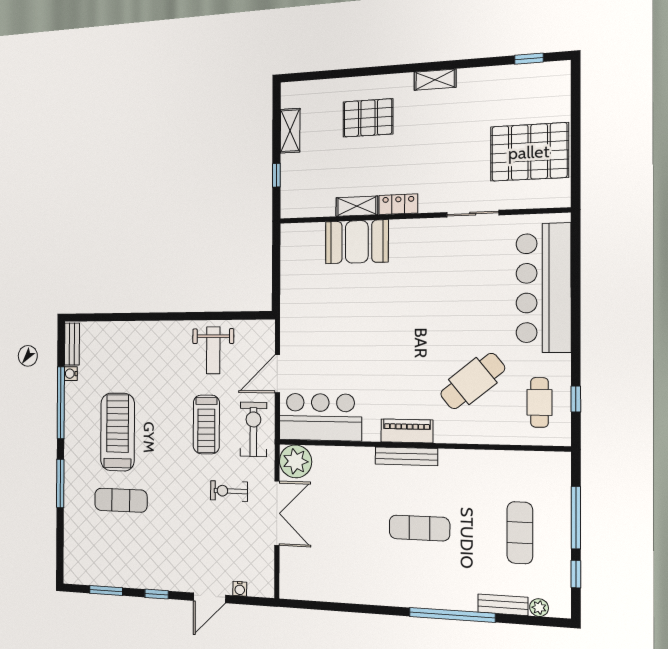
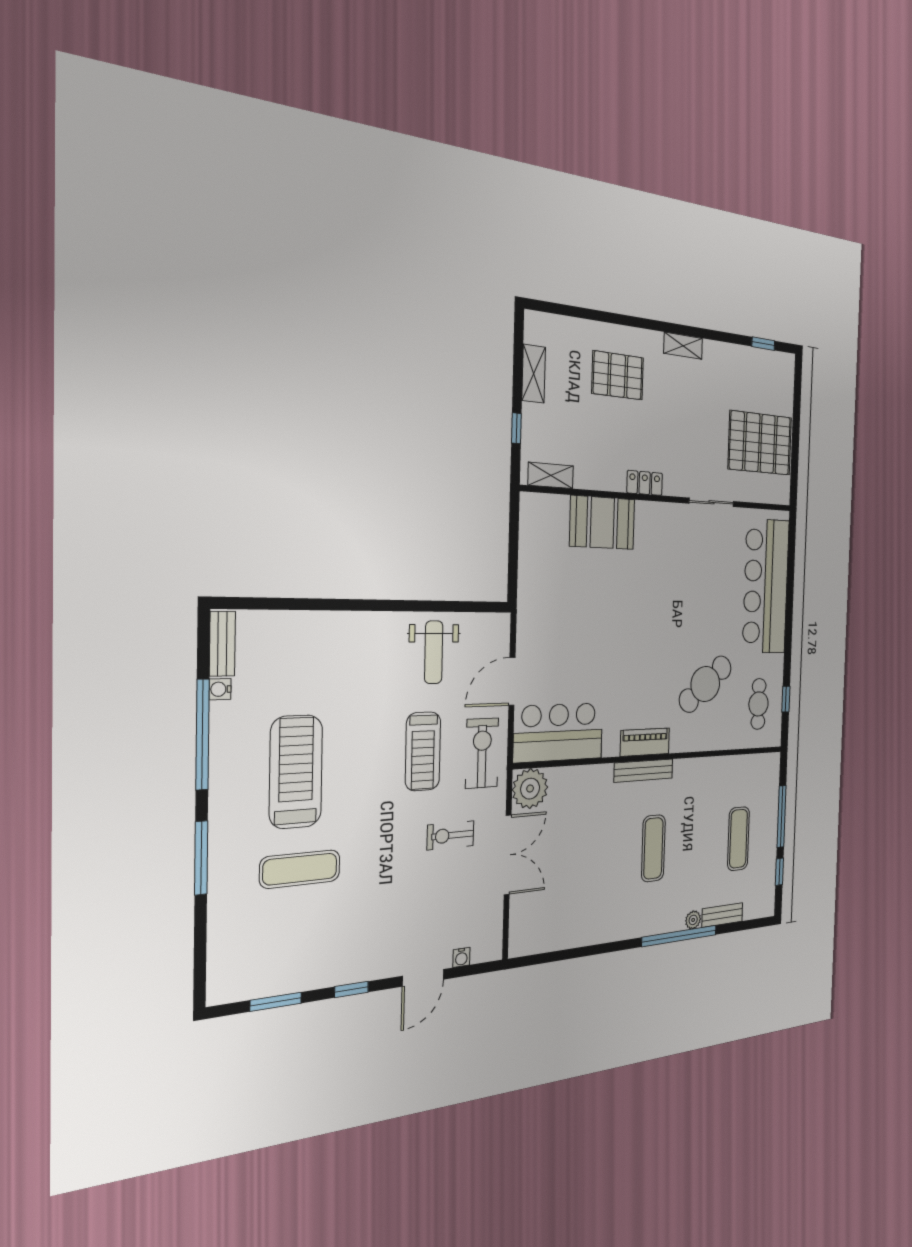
shelving: (357, 206) -> (551, 475), moved
exercise mat: (419, 528) -> (653, 848), turned 90
plant: (539, 608) -> (693, 920), moved

